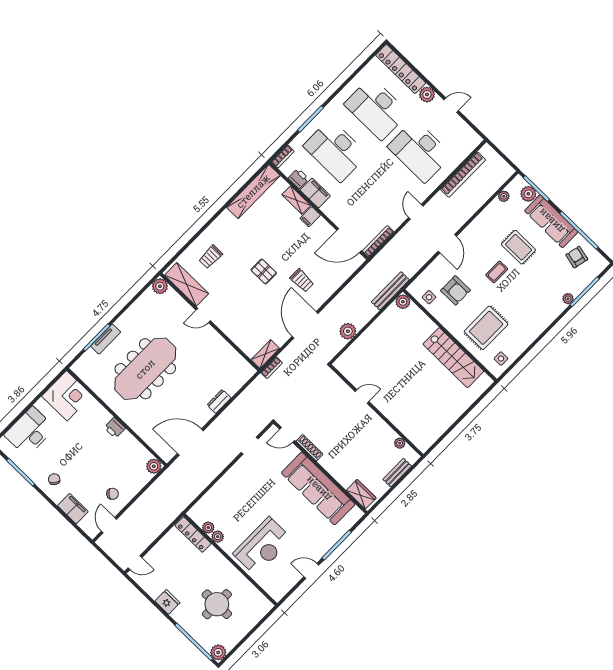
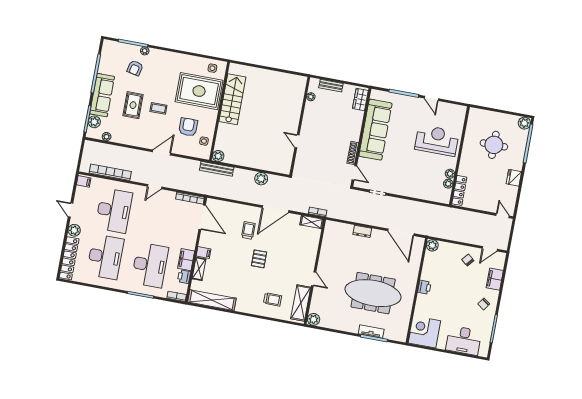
filing cabinet: (472, 140) -> (84, 181), added
armchair: (577, 257) -> (135, 68), moved
rug: (486, 328) -> (199, 91), width x1.37, depth x1.44

